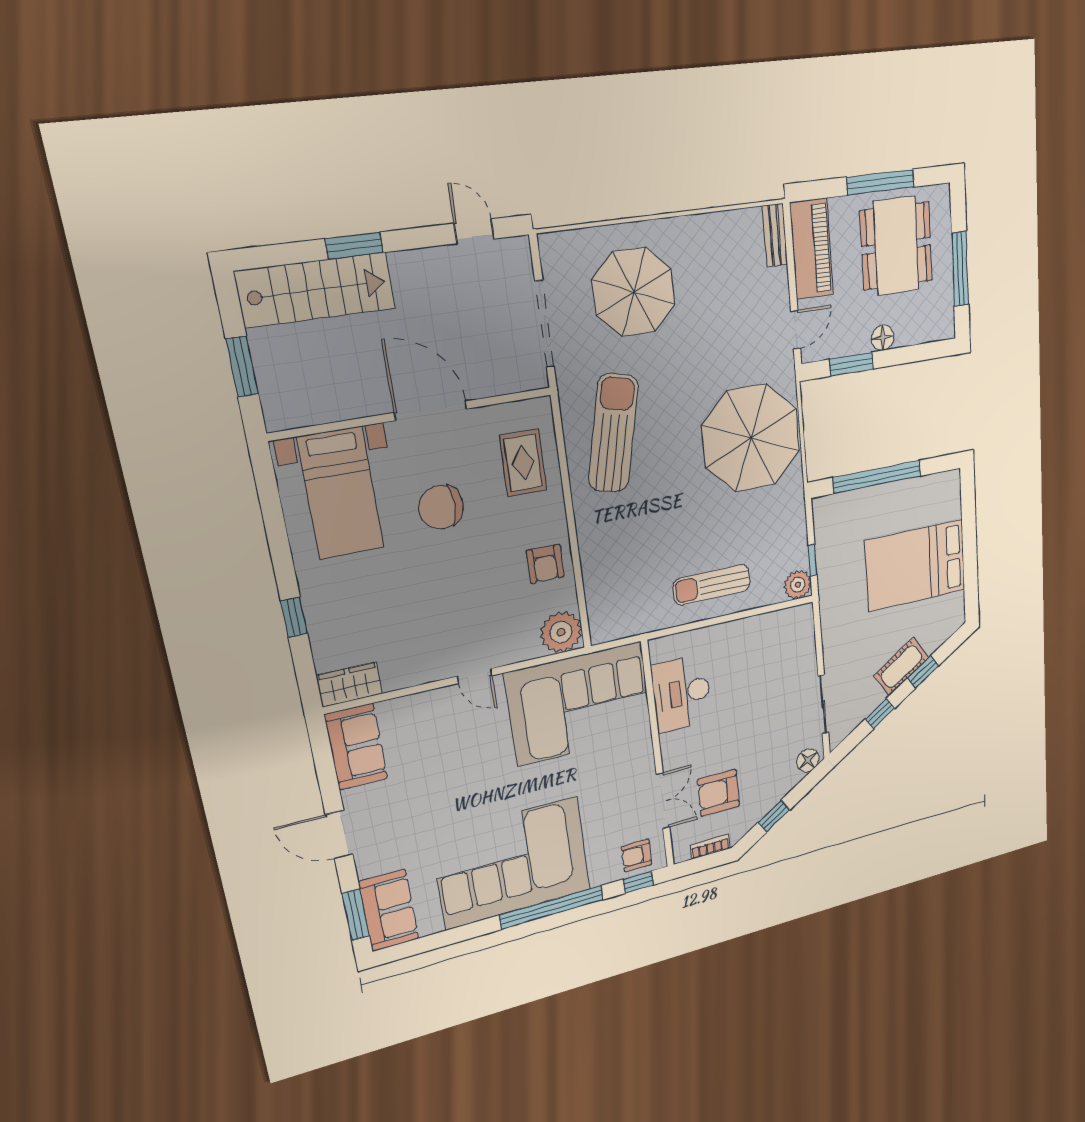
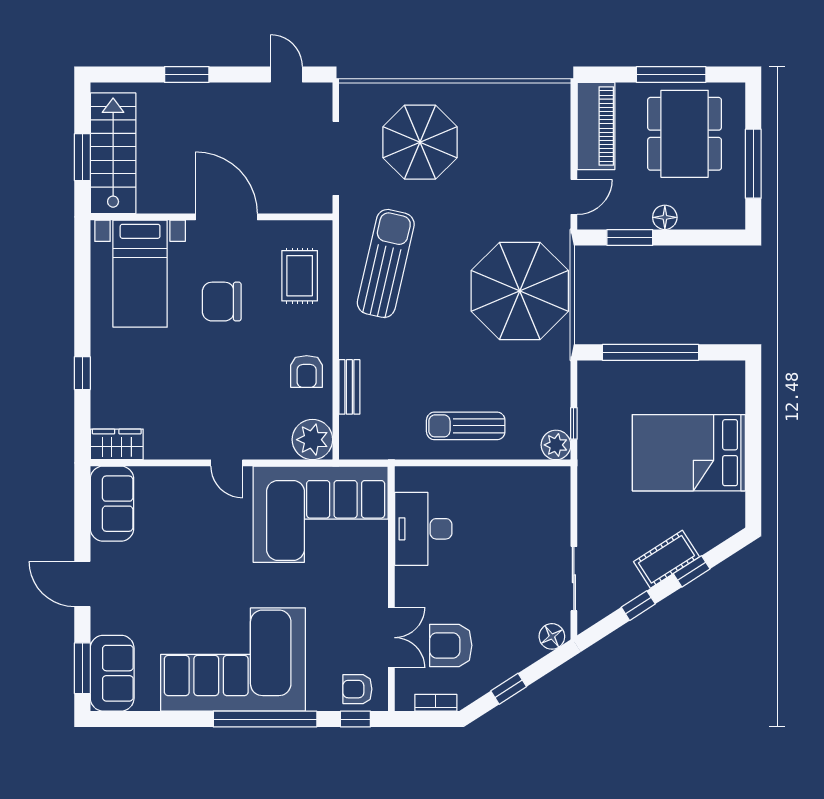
bench: (775, 235) -> (349, 387), moved
stairs: (316, 290) -> (113, 153), moved, turned -90

